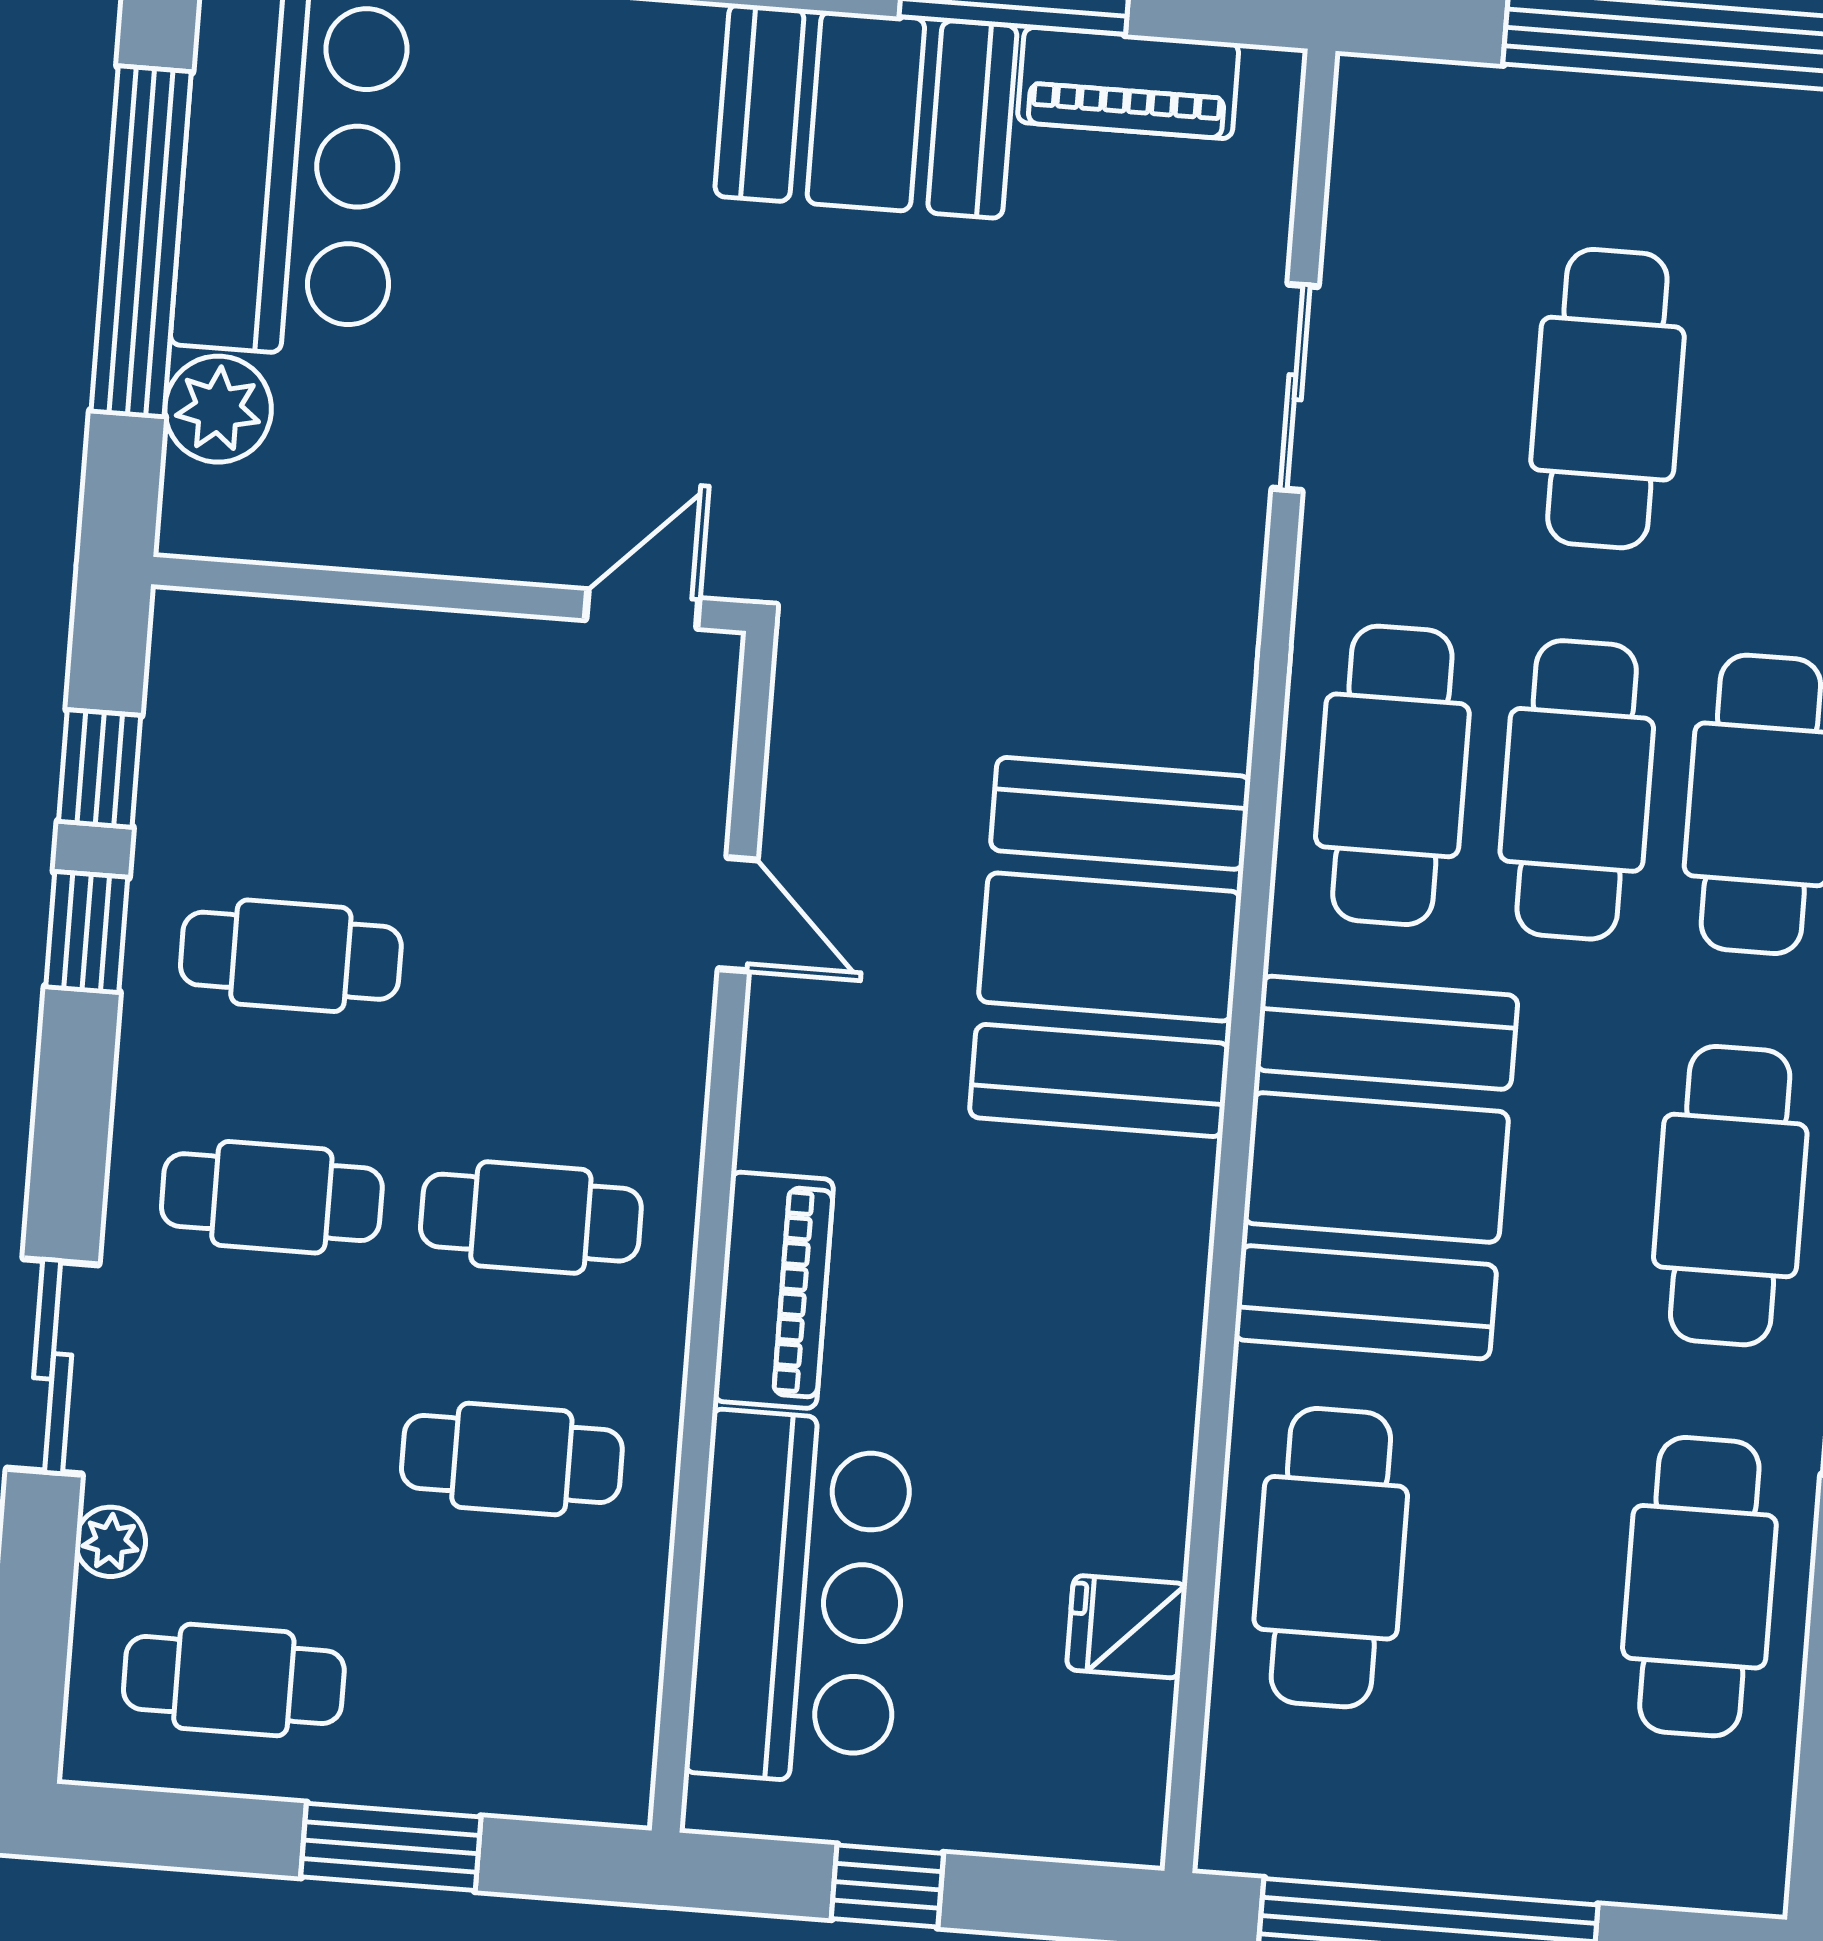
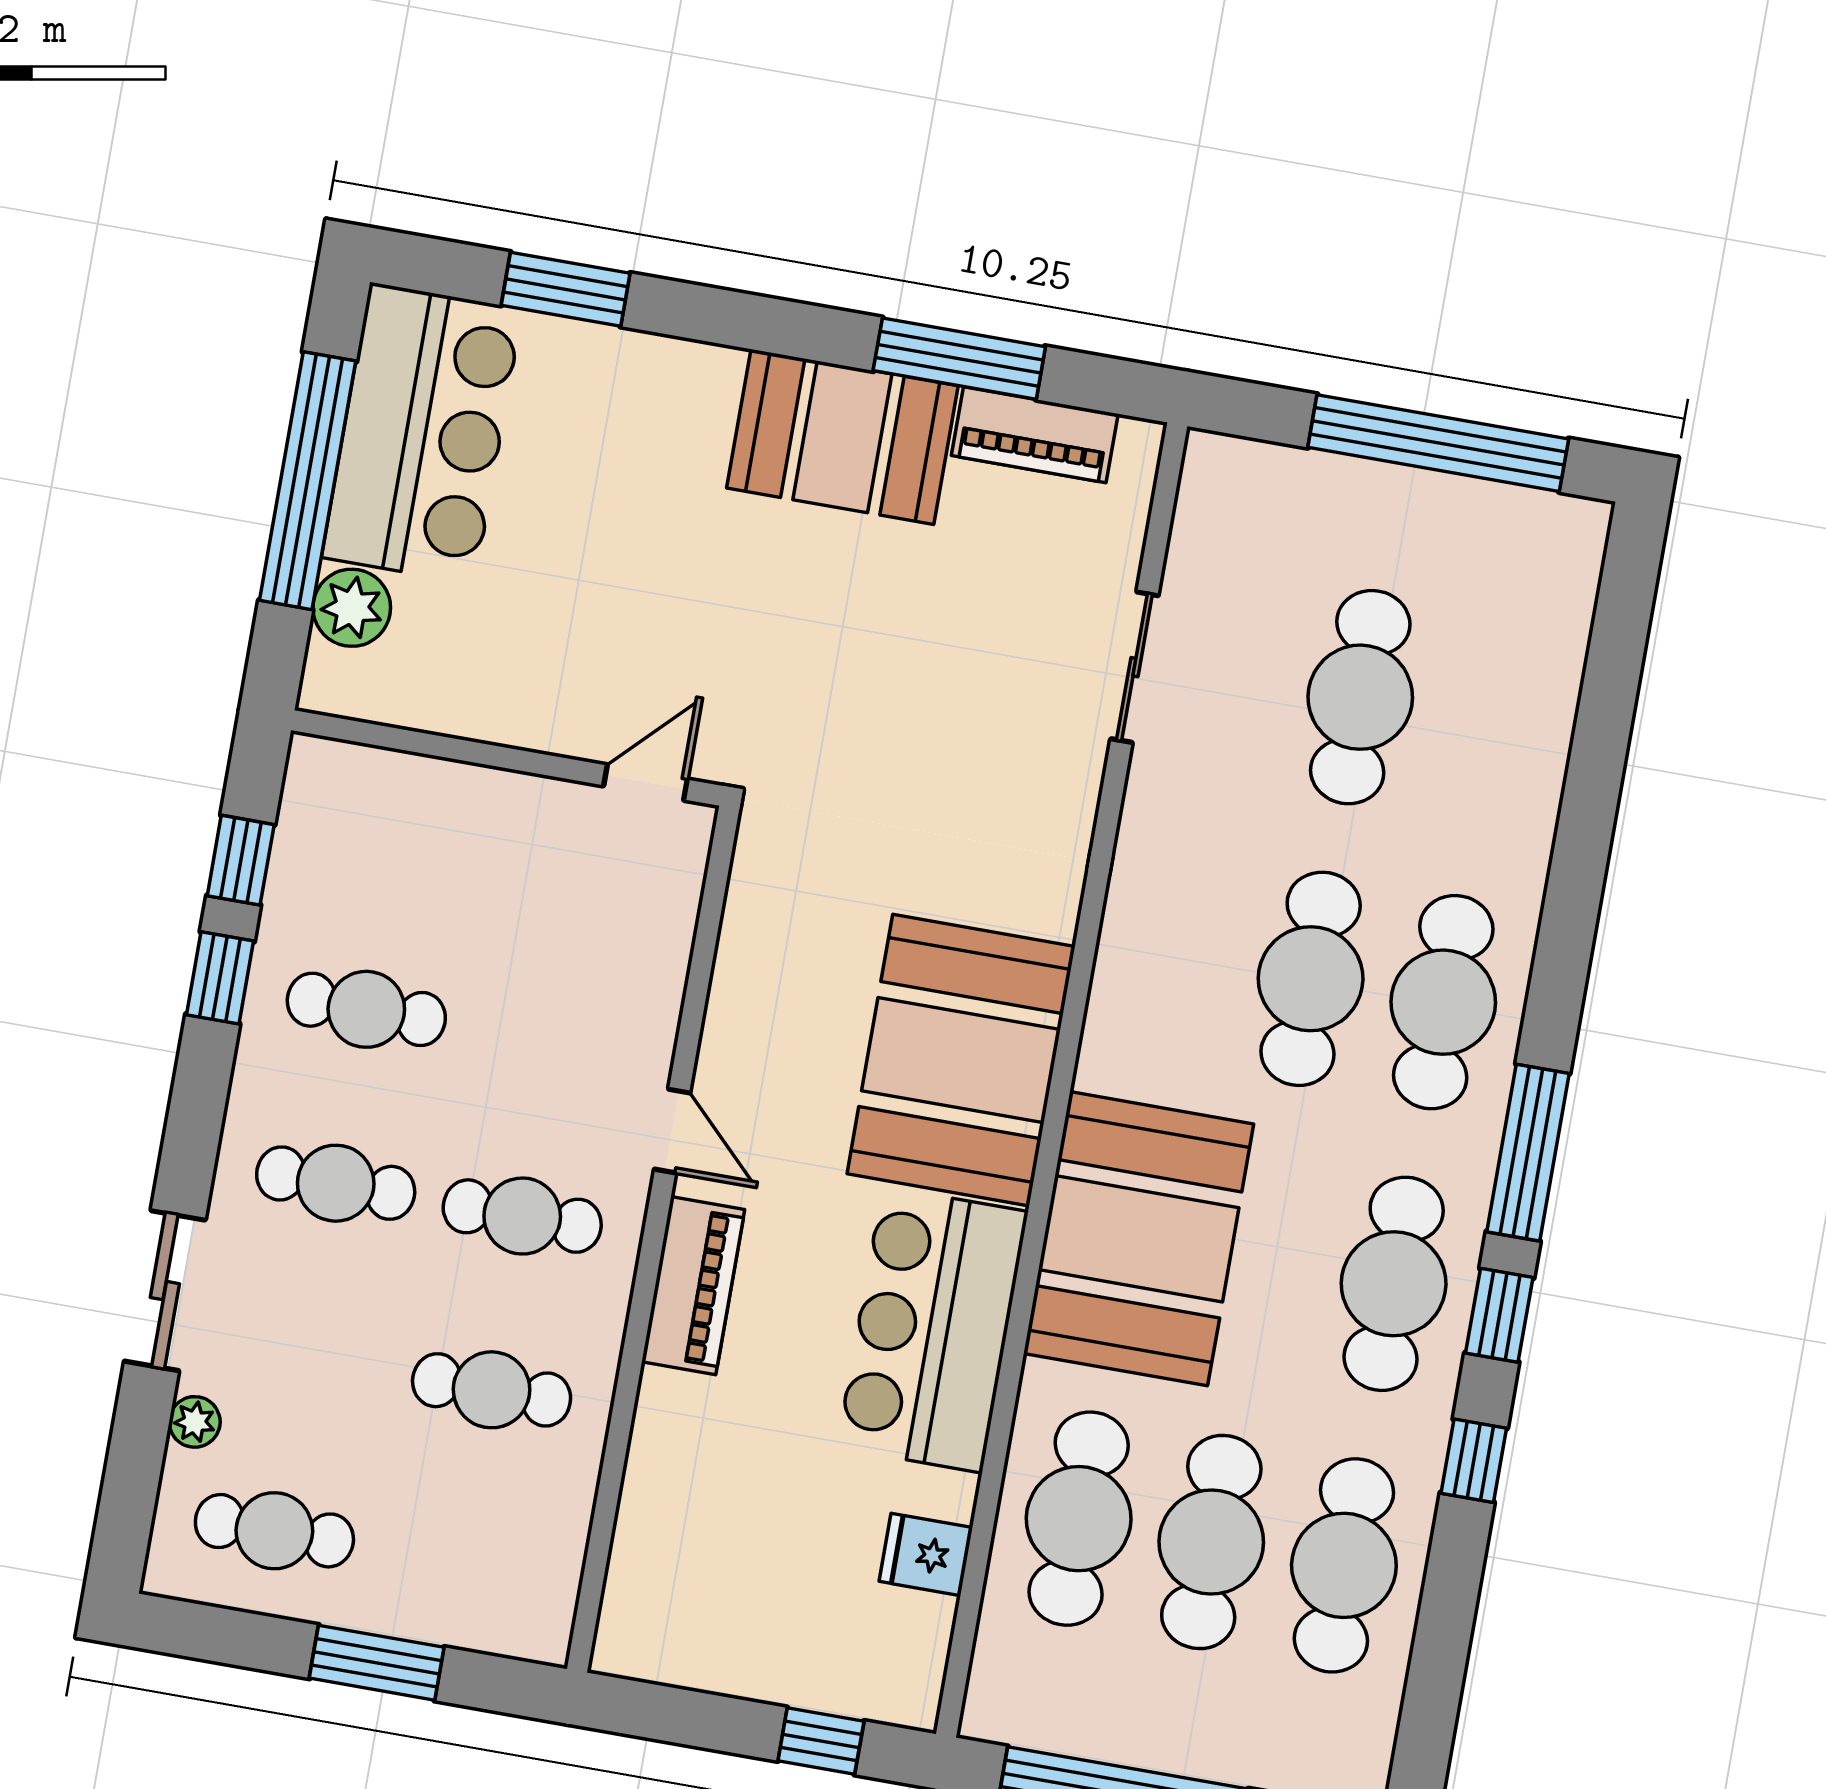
cafe table: (1392, 775) -> (1211, 1542), moved
door: (738, 914) -> (672, 1131), moved
bar counter: (799, 1598) -> (932, 1330), moved, turned 180
window: (887, 1886) -> (821, 1741), moved

